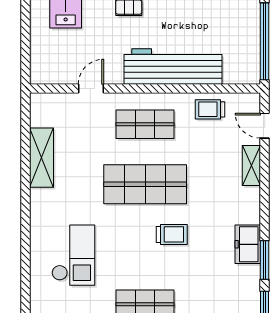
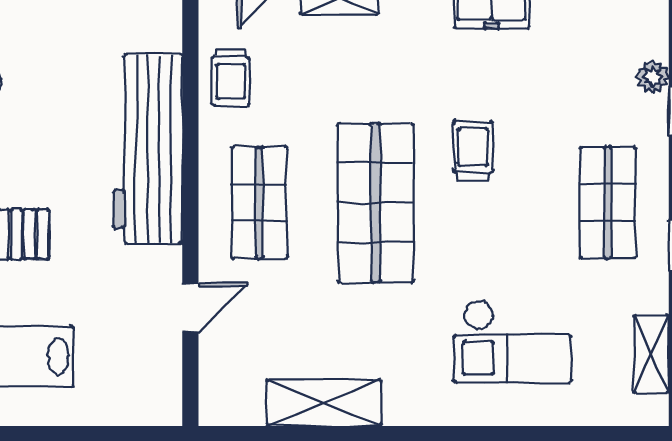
door: (91, 89) -> (190, 307), swing flipped
checkout: (73, 255) -> (513, 341), turned 180

